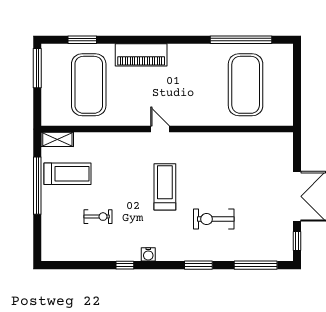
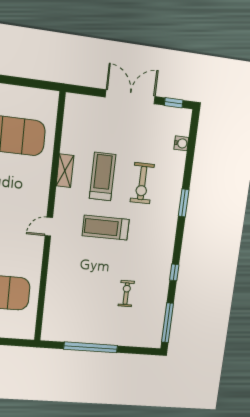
shelving: (57, 139) -> (65, 171), moved
treadmill: (67, 174) -> (103, 176), moved
water cooler: (148, 254) -> (181, 143), moved
window: (256, 265) -> (168, 323), moved

